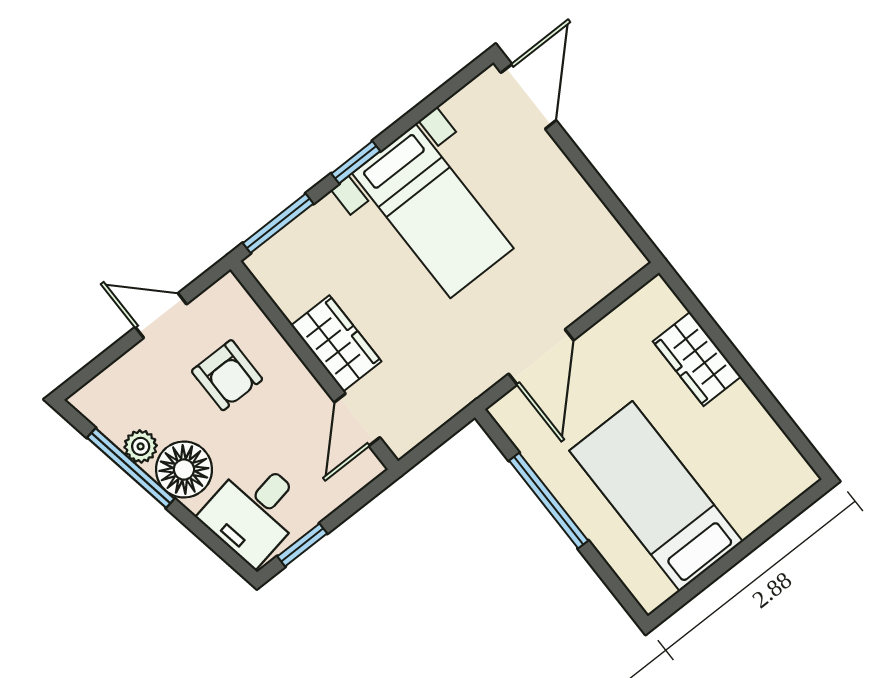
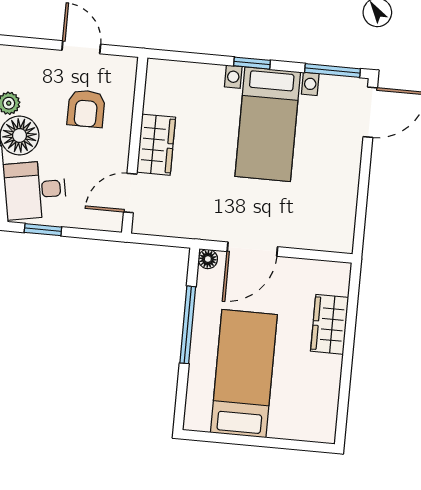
window: (278, 223) -> (333, 71), moved
floor lamp: (504, 412) -> (208, 259), added

